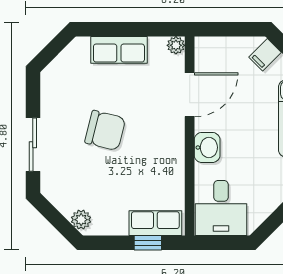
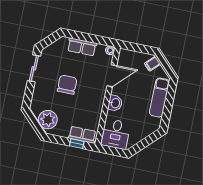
chair: (105, 130) -> (67, 85), turned -104
sliding door: (33, 145) -> (34, 68), moved
plant: (81, 220) -> (48, 120), width x1.88, depth x1.88

